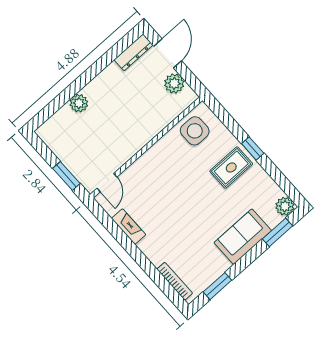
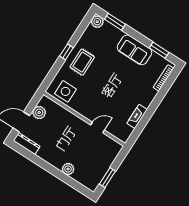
rug: (231, 168) -> (82, 62), turned 90
window: (66, 176) -> (107, 178), moved
door: (107, 183) -> (98, 127), moved
sofa: (243, 237) -> (135, 50), moved

